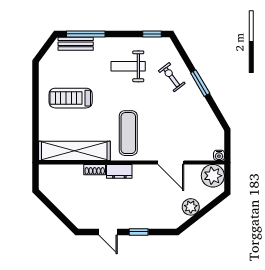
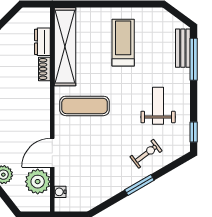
water cooler: (219, 155) -> (60, 192), moved
dresser: (119, 171) -> (42, 42), moved
plant: (213, 176) -> (38, 182), moved

